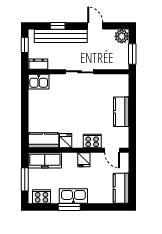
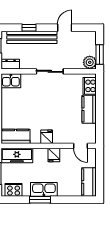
door: (95, 26) -> (65, 28), hinge flipped
plant: (122, 36) -> (90, 62), moved
fridge: (66, 141) -> (47, 137), moved
cooker: (92, 141) -> (90, 86), moved, turned -90

